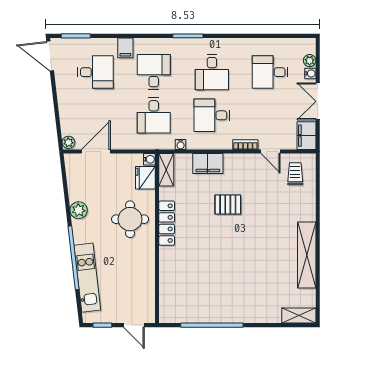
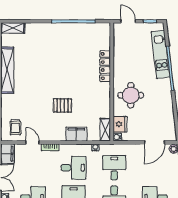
plant: (79, 210) -> (167, 102), removed
locker: (167, 223) -> (105, 66), moved

